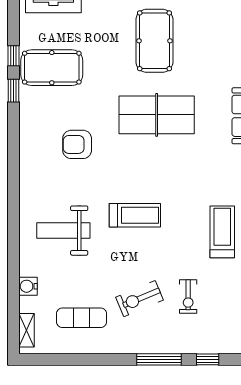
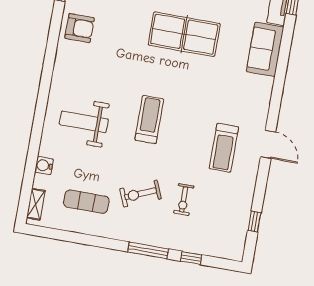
armchair: (77, 144) -> (80, 28), moved, turned 180
treadmill: (135, 215) -> (149, 119), turned -90
treadmill: (222, 232) -> (224, 148), turned 180

